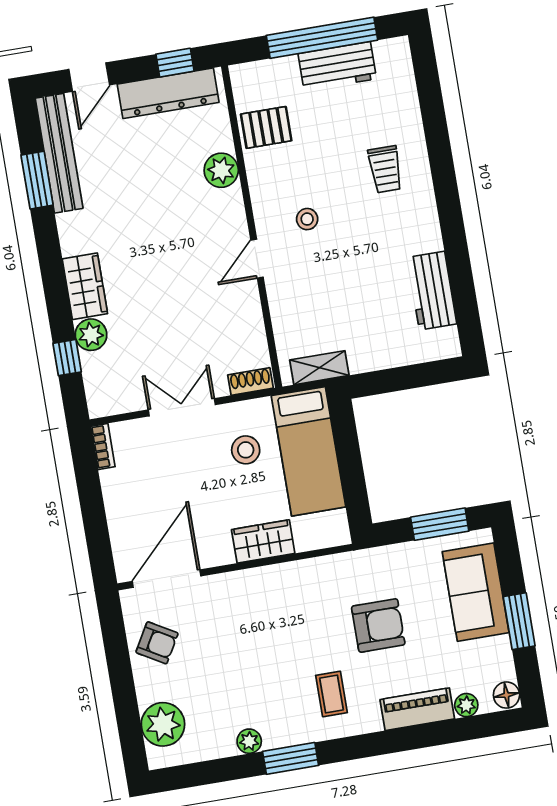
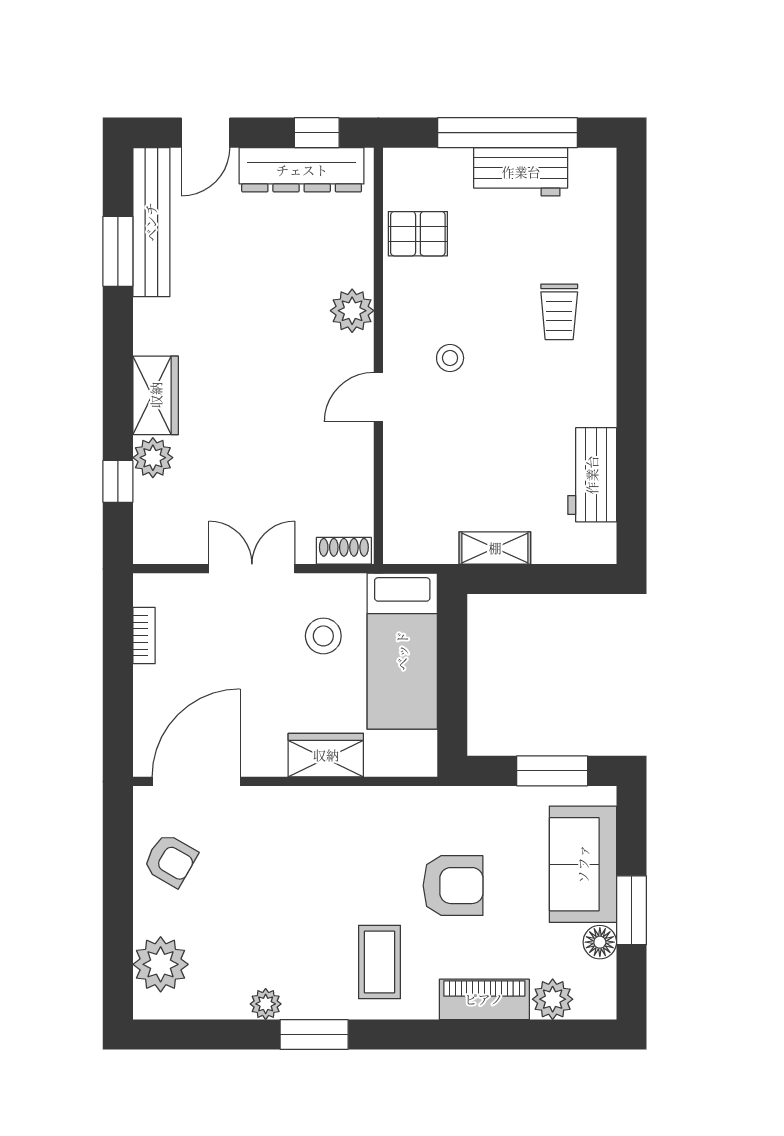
plant: (221, 170) -> (352, 311), moved
shelving: (319, 368) -> (495, 548), moved
bookcase: (103, 446) -> (144, 636), moved
coffee table: (332, 694) -> (379, 962), width x1.36, depth x1.30
floor lamp: (506, 695) -> (600, 942), moved
plant: (466, 705) -> (553, 999), width x1.38, depth x1.38

